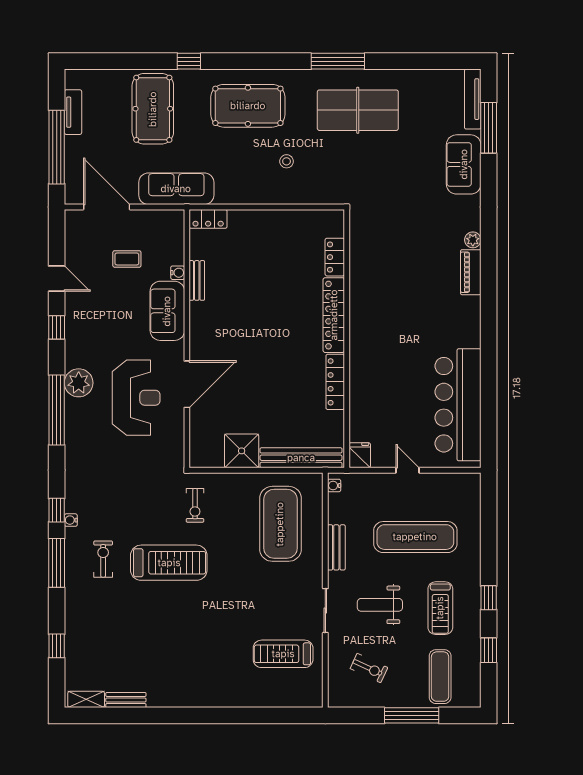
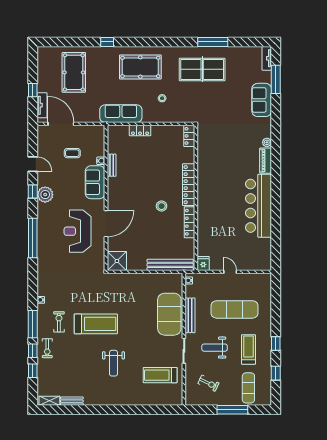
window: (338, 61) -> (213, 42), moved
tv unit: (473, 99) -> (267, 58), width x0.71
pool table: (153, 109) -> (74, 72), moved
tv unit: (73, 112) -> (42, 105), moved
window: (57, 147) -> (33, 90), width x0.32
sofa: (176, 189) -> (121, 114), moved
locker: (208, 219) -> (140, 131), moved
locker: (335, 257) -> (189, 136), moved
stool: (286, 353) -> (162, 206), added
plant: (79, 383) -> (45, 195), moved
reception desk: (136, 398) -> (78, 231), turned 180
bar counter: (458, 405) -> (258, 206), moved
shower: (242, 451) -> (117, 261), moved
exercise bike: (195, 505) -> (47, 348), moved
window: (57, 510) -> (33, 351), moved
exercise mat: (280, 524) -> (169, 314), moved
bench: (336, 547) -> (190, 315), width x1.36
treadmill: (440, 608) -> (249, 349), turned 180
weight bench: (200, 633) -> (114, 363), added

